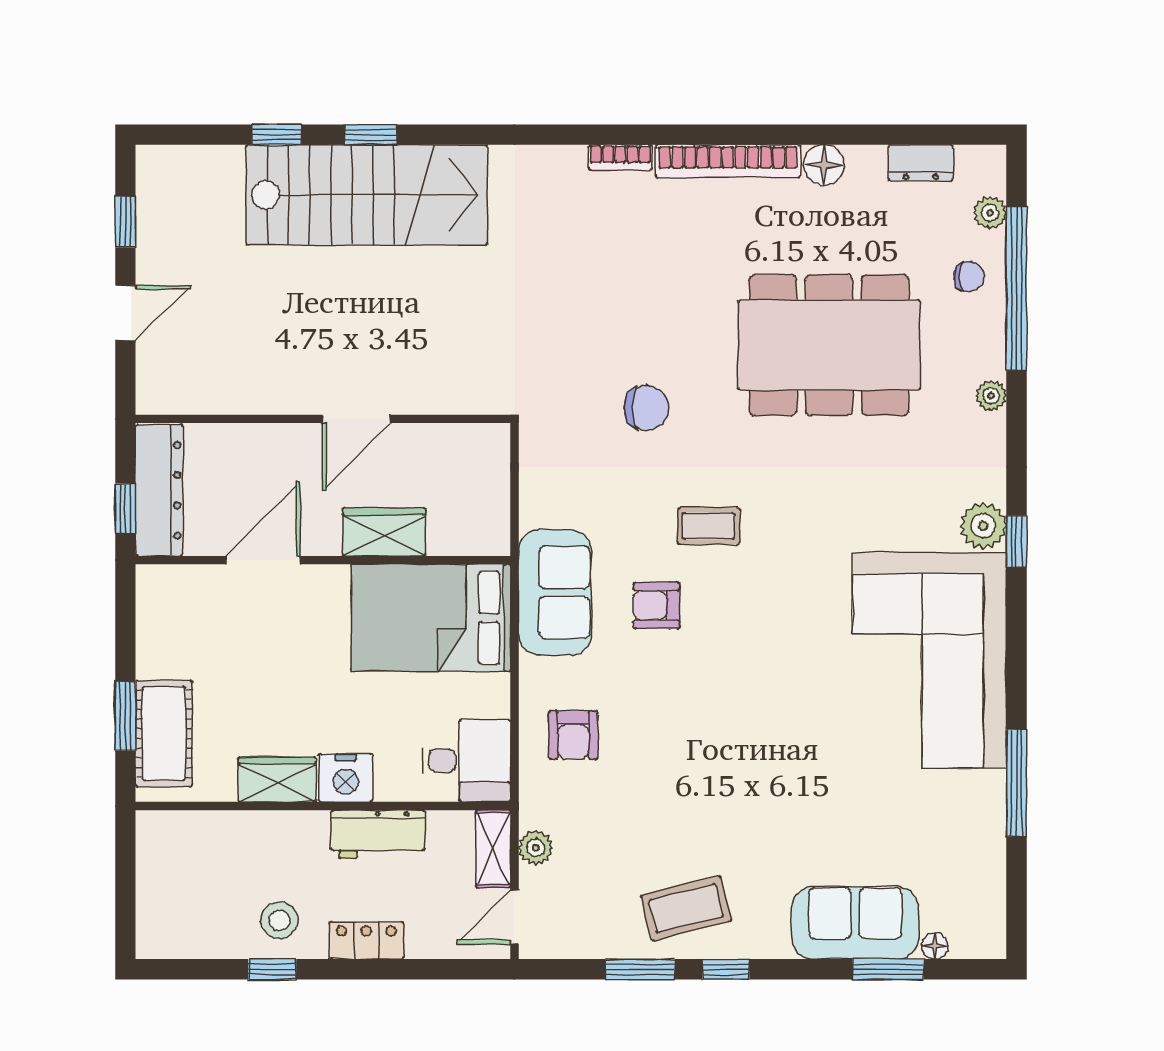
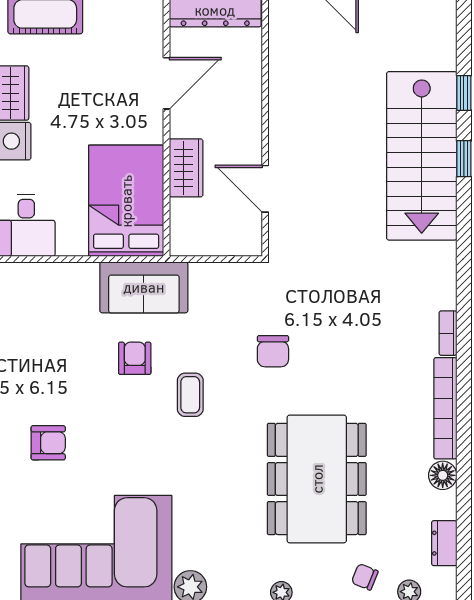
chair: (969, 276) -> (365, 577), turned 112
door: (356, 419) -> (265, 189), moved
door: (263, 560) -> (166, 83), hinge flipped
armchair: (573, 735) -> (48, 443), moved, turned 180

